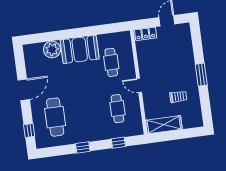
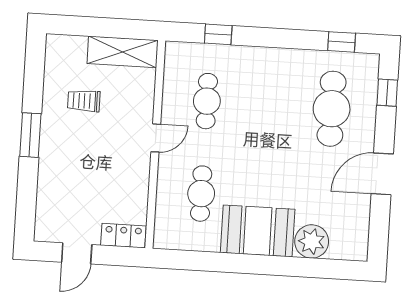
door: (139, 85) -> (156, 138), hinge flipped
window: (83, 147) -> (342, 42), moved

